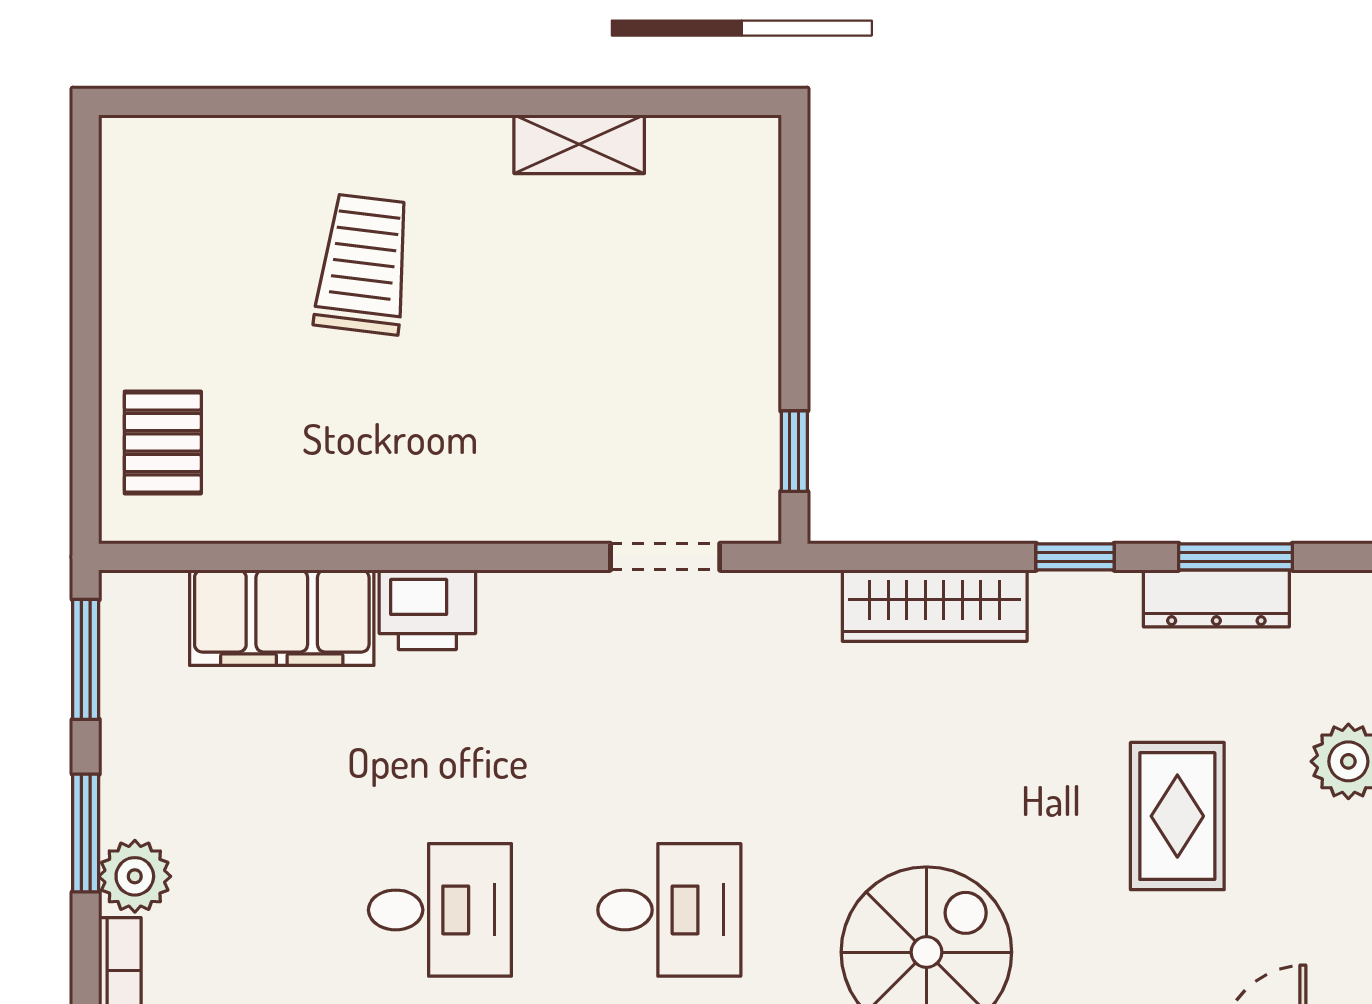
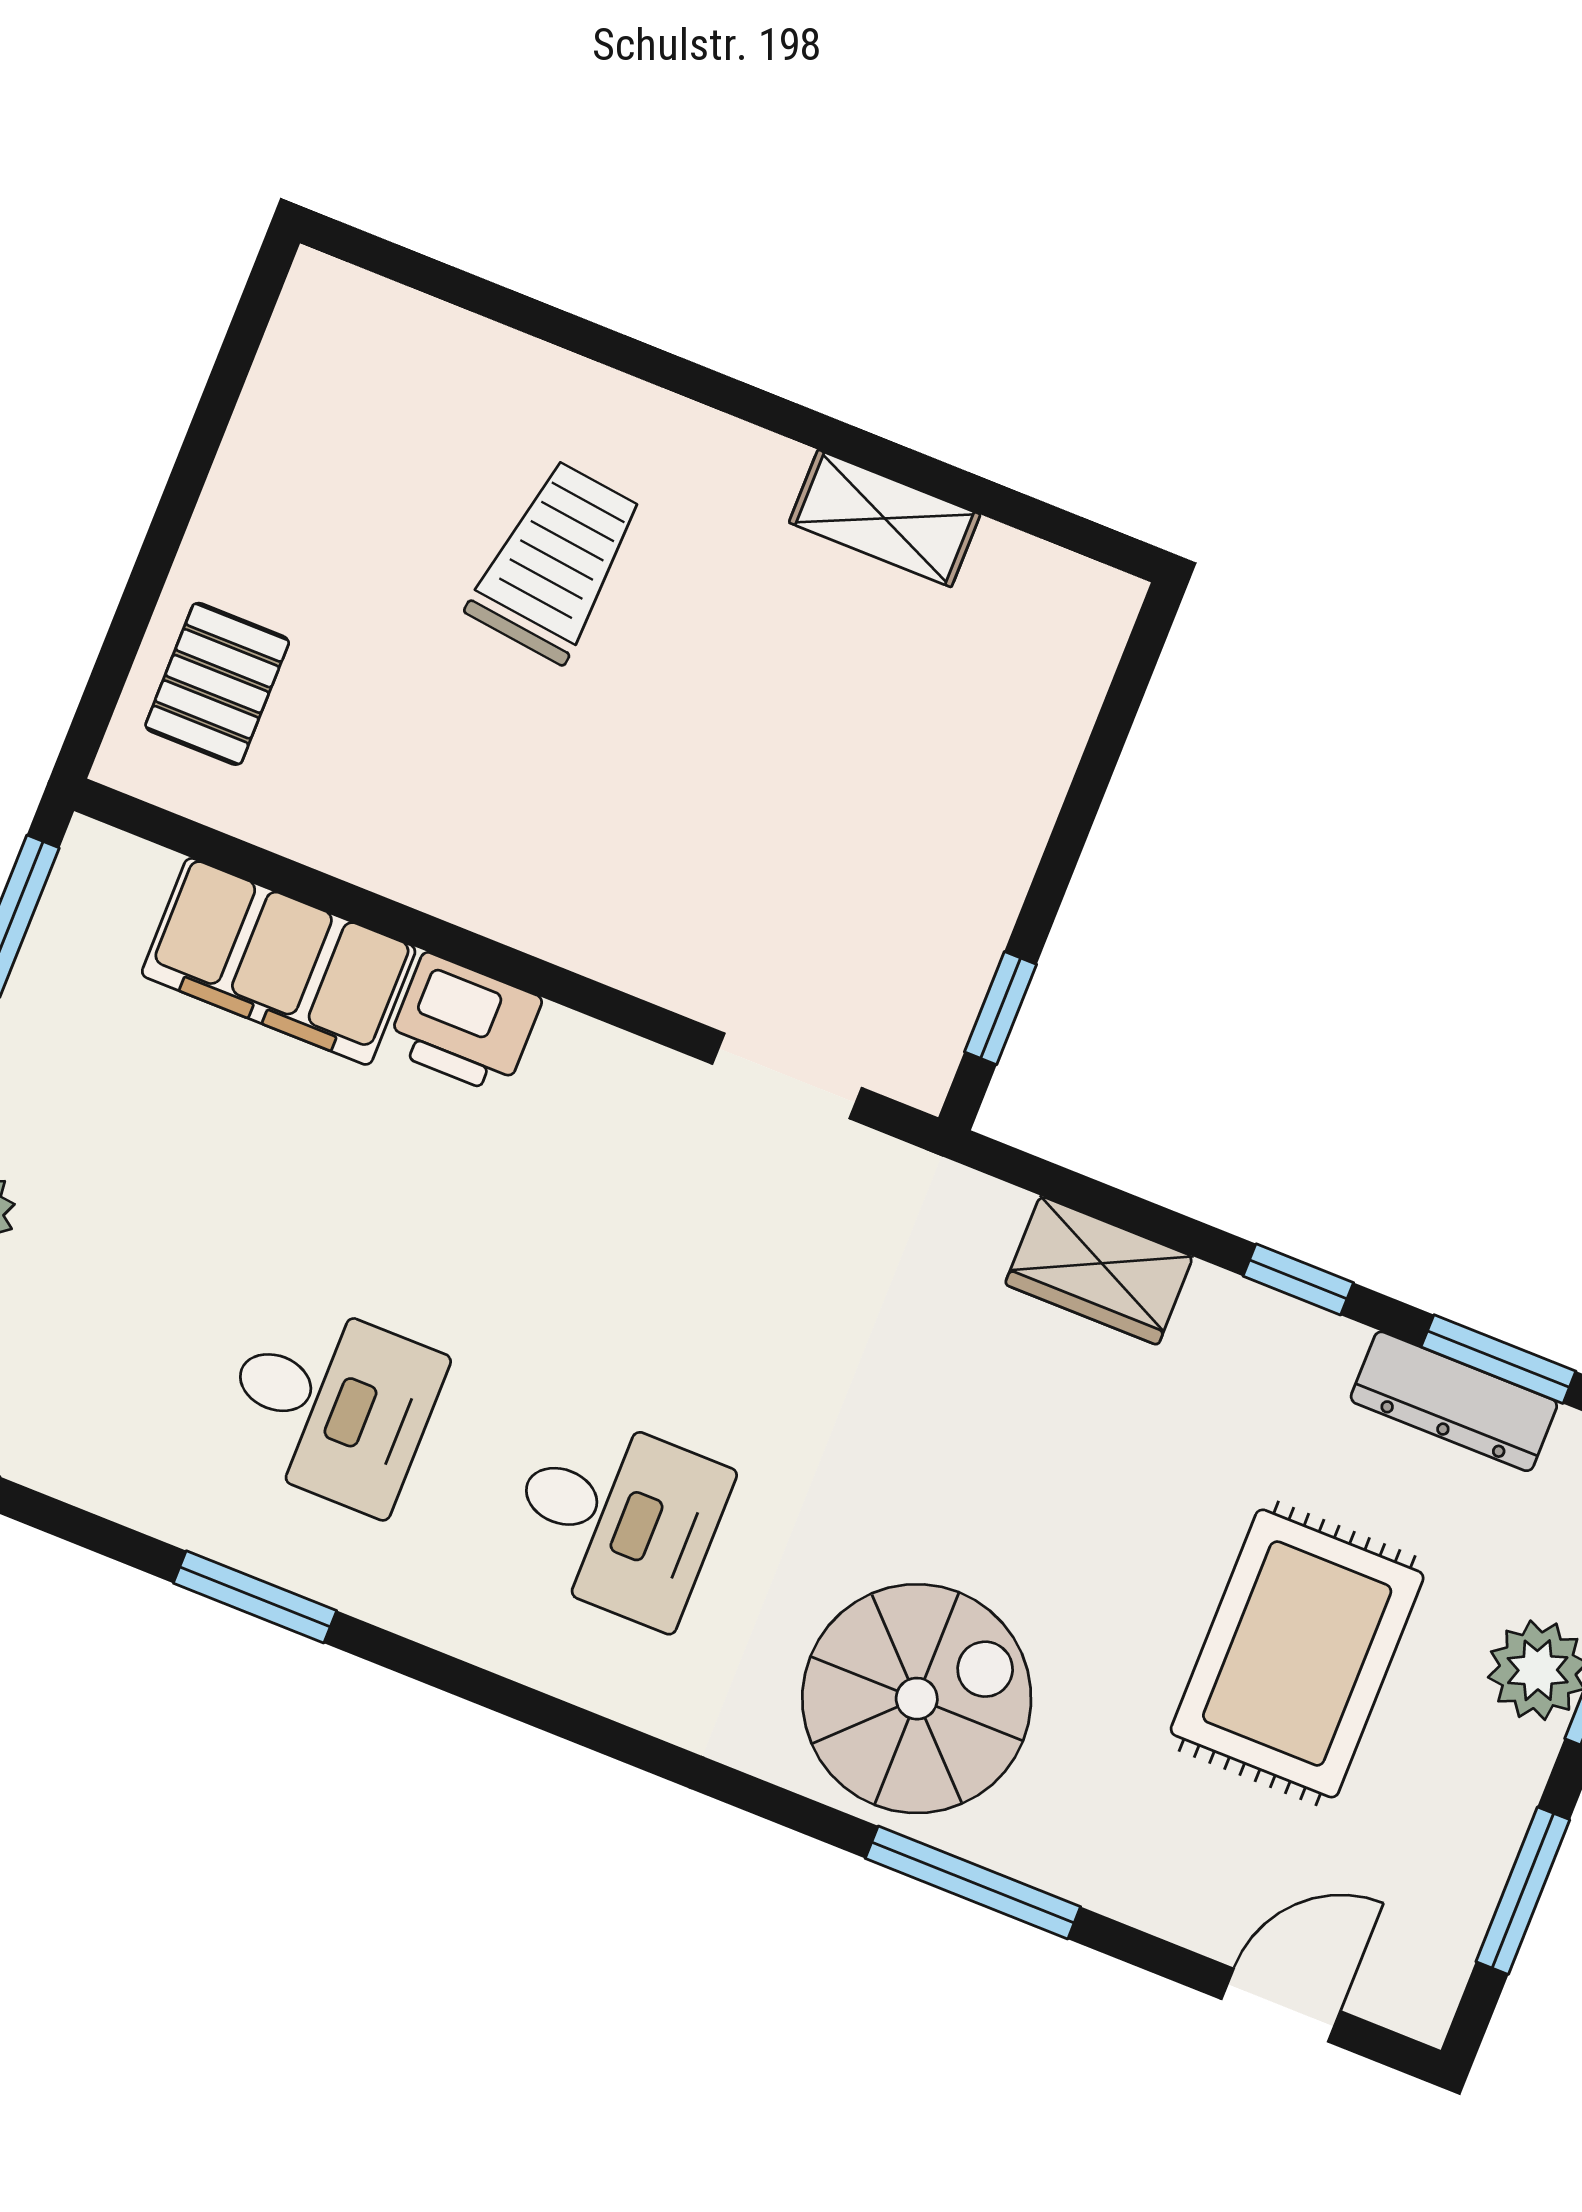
wardrobe: (935, 606) -> (1099, 1270), width x0.67
rug: (1177, 816) -> (1297, 1653), width x1.36, depth x1.43

